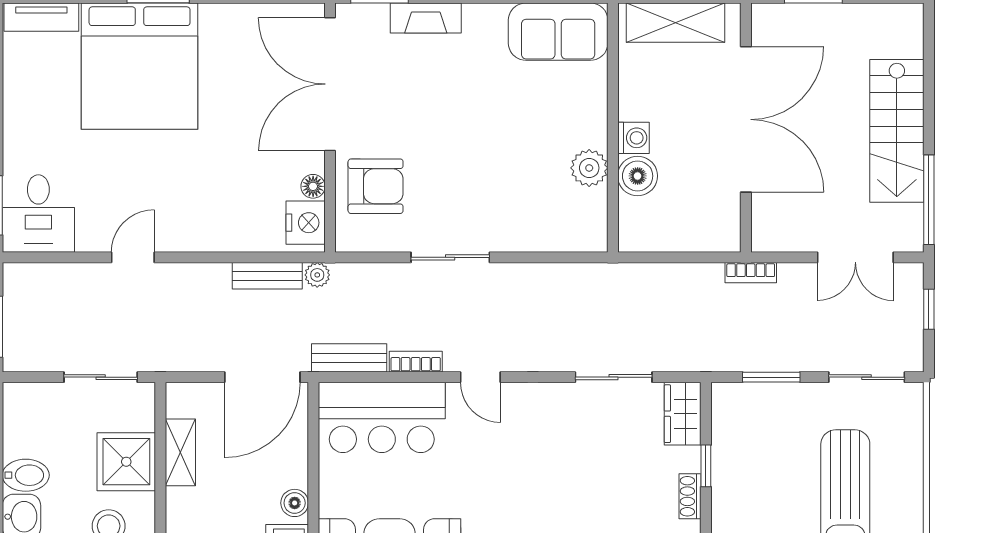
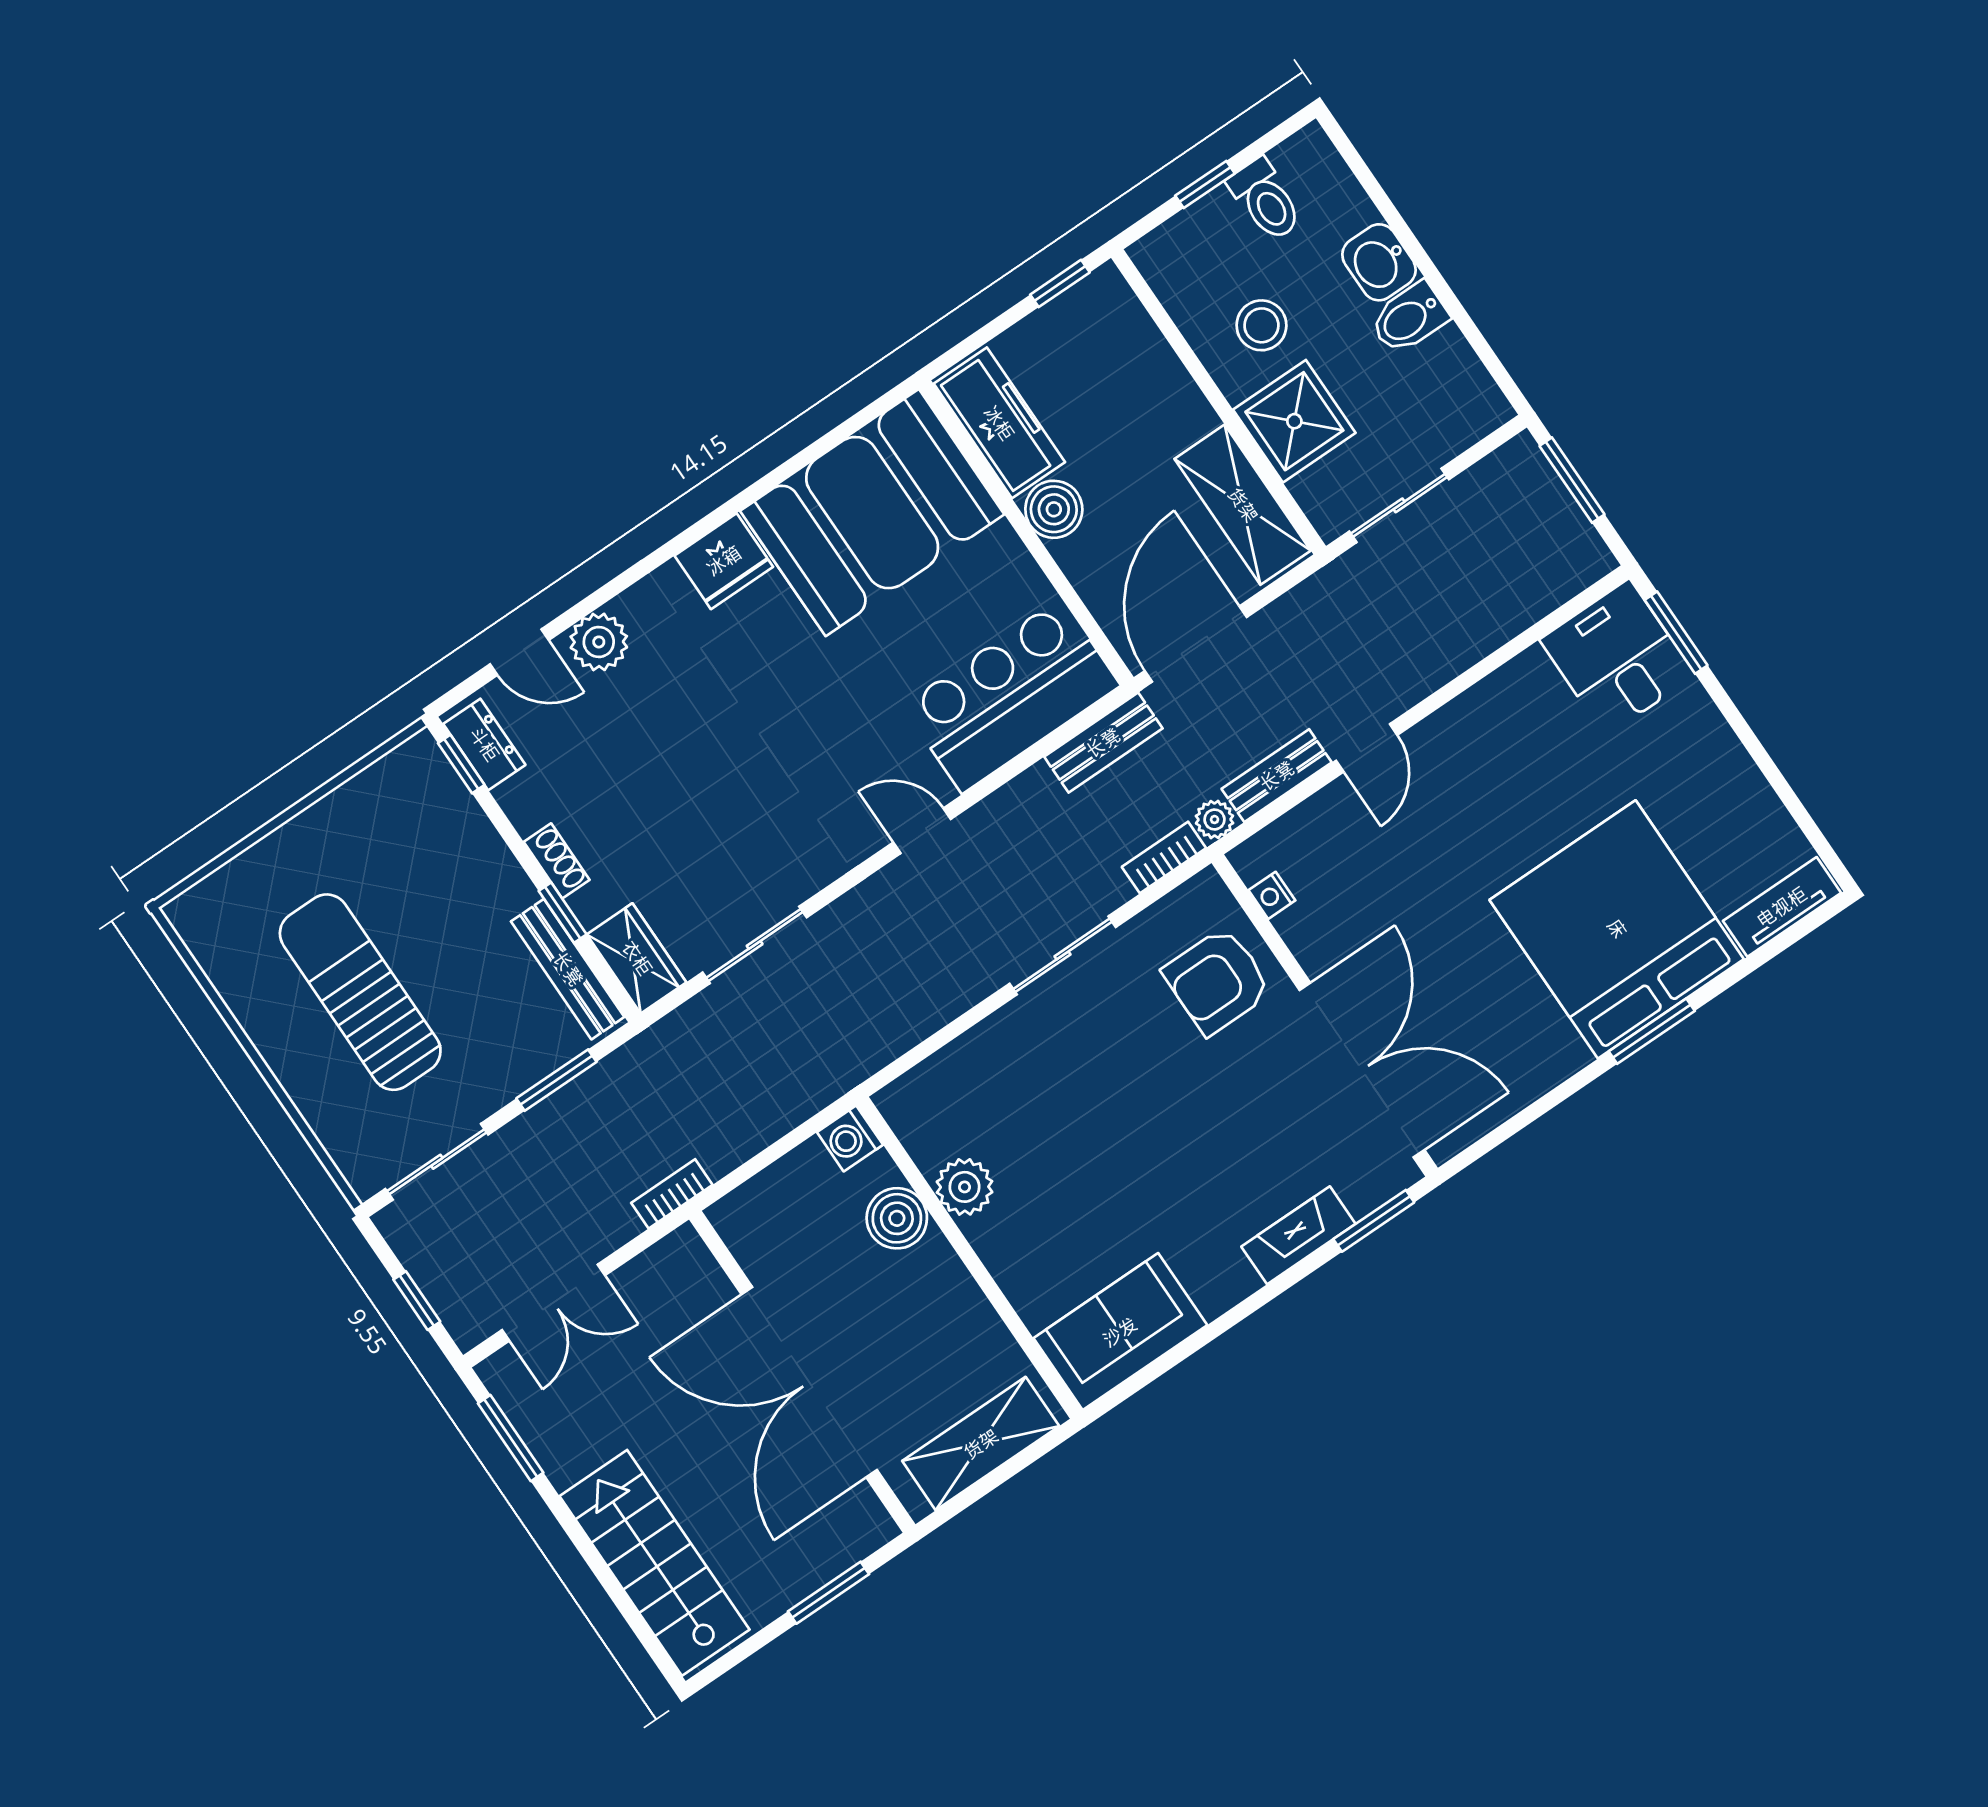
stairs: (897, 131) -> (655, 1563), moved
washing machine: (633, 138) -> (850, 1138), moved
floor lamp: (313, 186) -> (1296, 927), removed
window: (929, 200) -> (511, 1438), width x0.69
nightstand: (306, 223) -> (1272, 895), width x0.53, depth x0.56
door: (133, 257) -> (1367, 748), moved
double door: (855, 257) -> (553, 1303), swing flipped
bookcase: (416, 362) -> (1164, 858), moved, turned 180
bench: (724, 433) -> (568, 969), added
shelving: (180, 452) -> (1243, 505), width x1.50, depth x1.33
boiler: (295, 503) -> (1054, 509), width x1.36, depth x1.36

